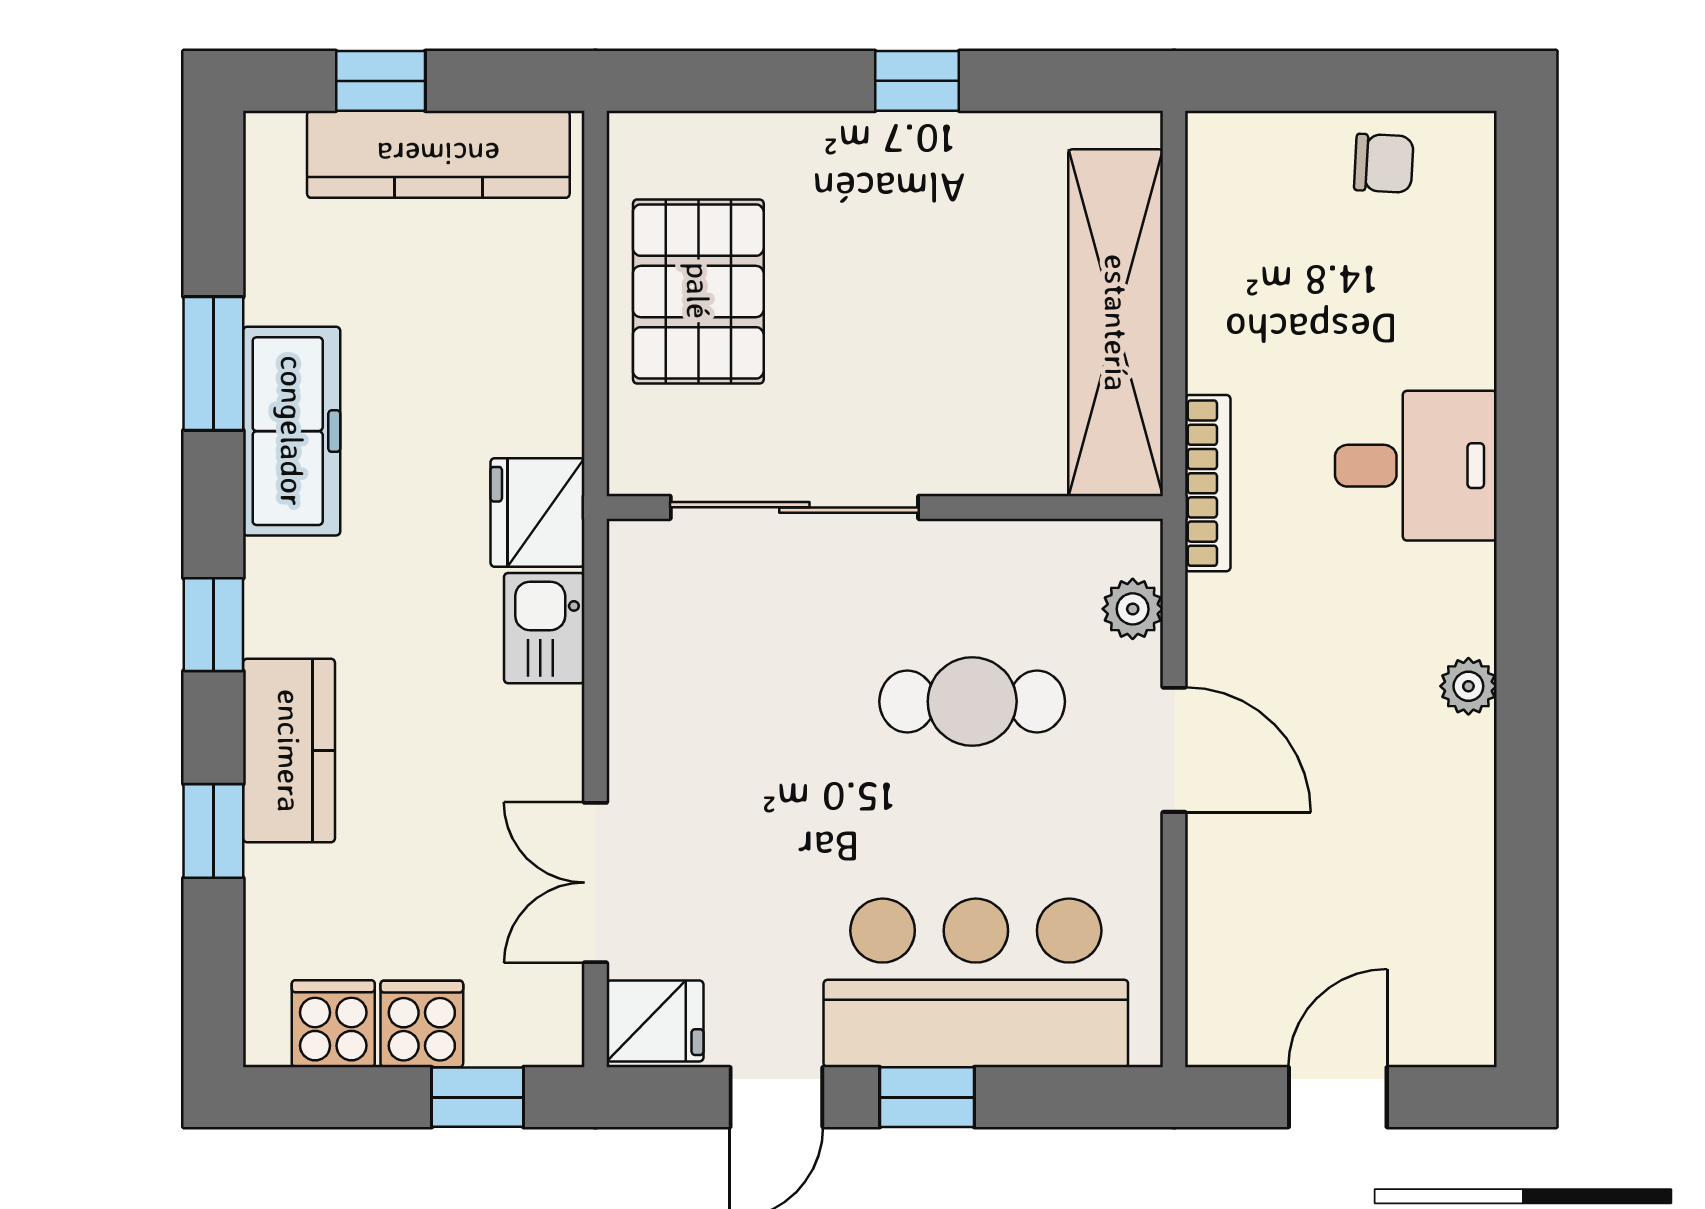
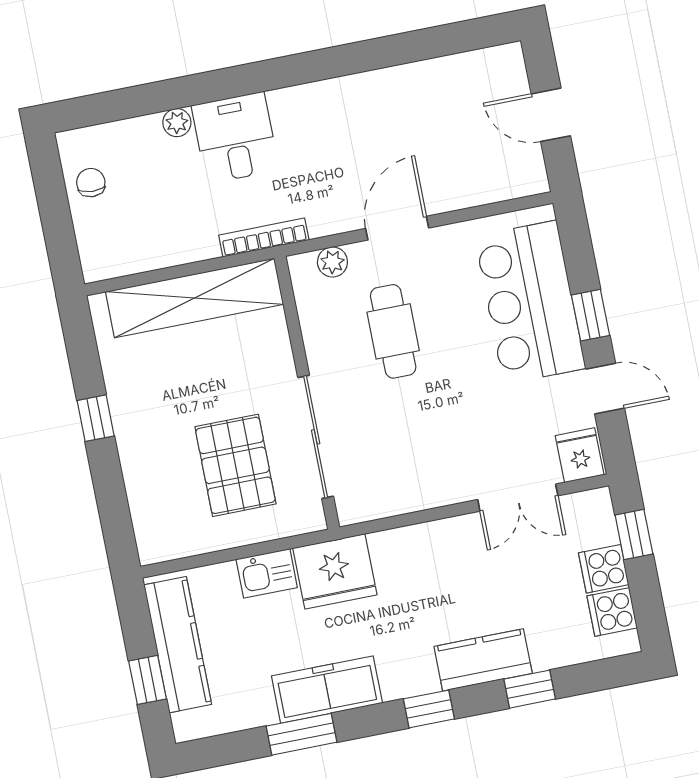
pallet: (698, 291) -> (235, 465), moved, turned 90
fridge: (537, 512) -> (335, 571), width x1.36, depth x1.34
kitchen sink: (544, 628) -> (267, 573), moved
plant: (1468, 686) -> (177, 123), moved

